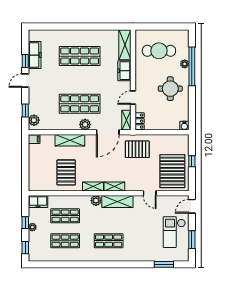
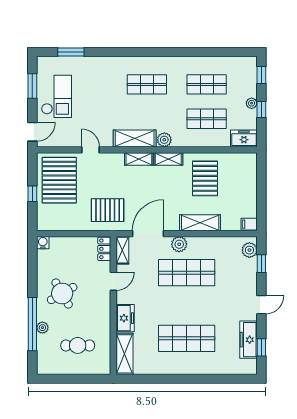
cafe table: (159, 51) -> (78, 345), width x0.73, depth x0.74
window: (25, 61) -> (261, 347), moved
round table: (170, 89) -> (62, 293), turned -30

